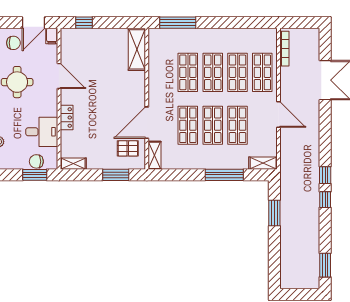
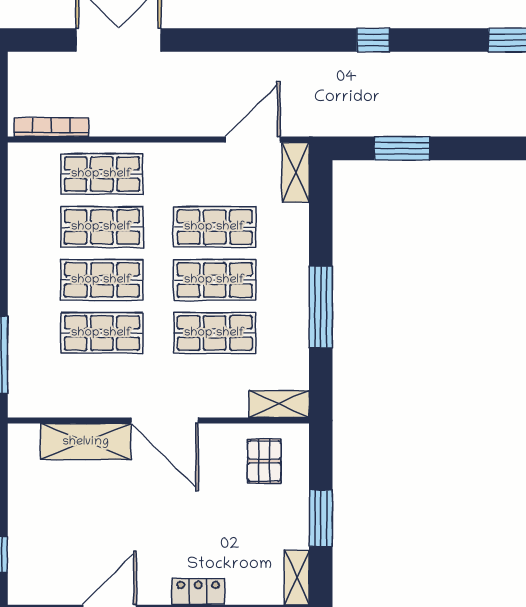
shelving: (137, 49) -> (86, 442), moved
door: (279, 114) -> (253, 140), moved
door: (147, 123) -> (165, 421), moved
window: (116, 175) -> (321, 518), moved
window: (224, 175) -> (321, 307), moved
window: (325, 175) -> (321, 40), removed

